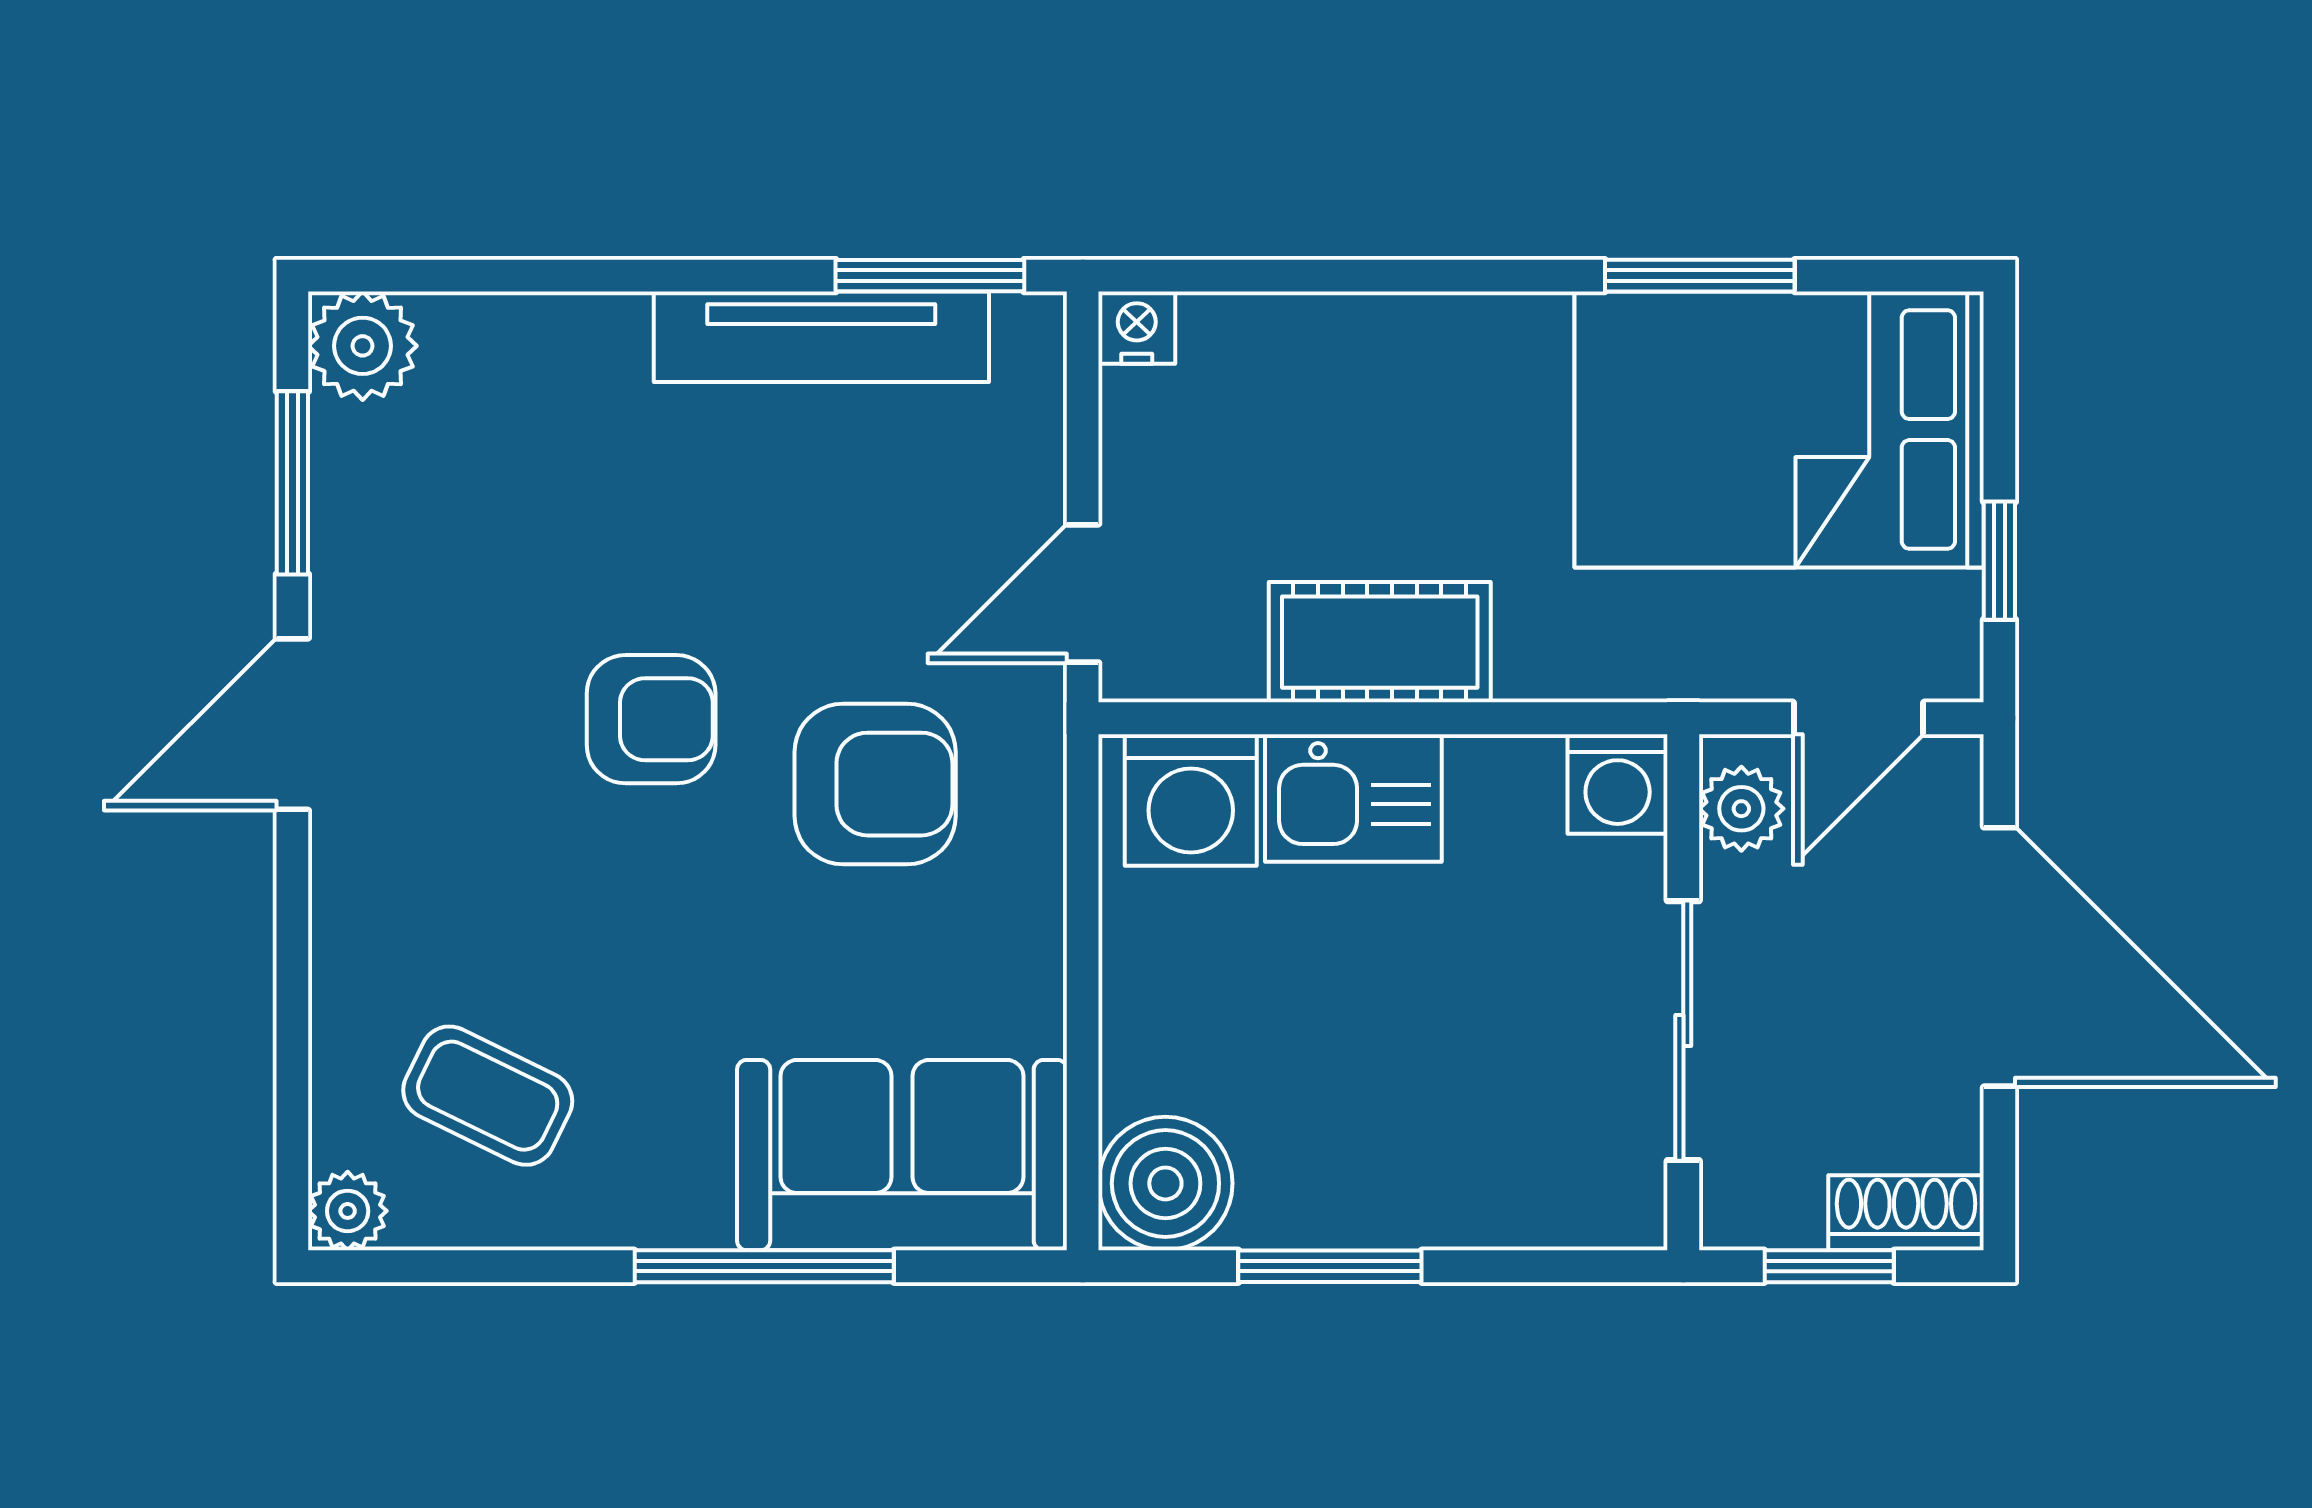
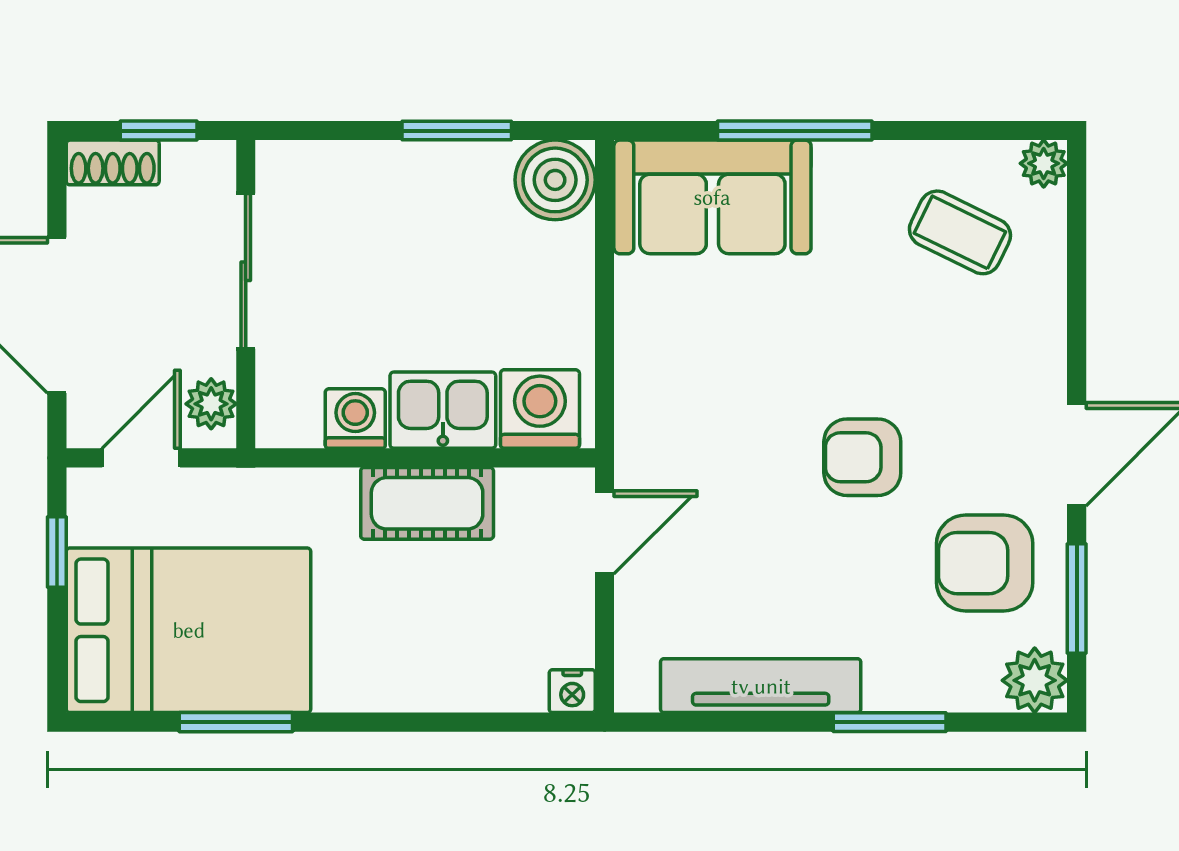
window: (930, 276) -> (890, 722), moved
armchair: (875, 784) -> (985, 563), moved
washing machine: (1618, 784) -> (355, 419), moved

